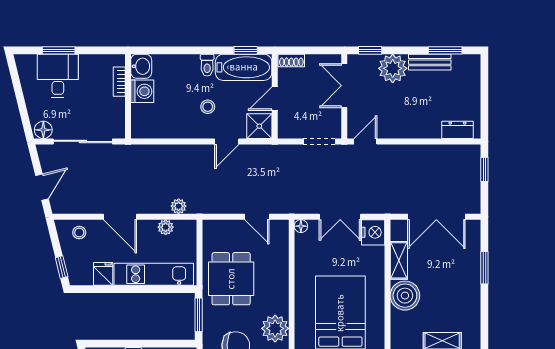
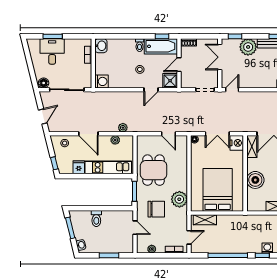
washing machine: (142, 91) -> (101, 81), moved
shelving: (399, 260) -> (252, 147), moved

